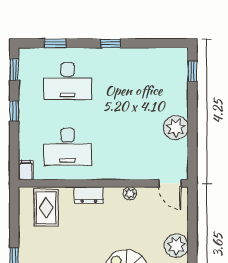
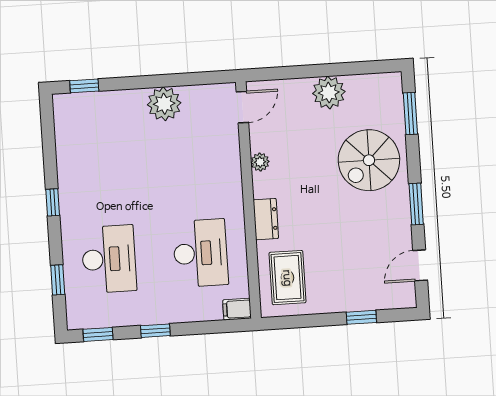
rug: (46, 208) -> (287, 278), turned 90

